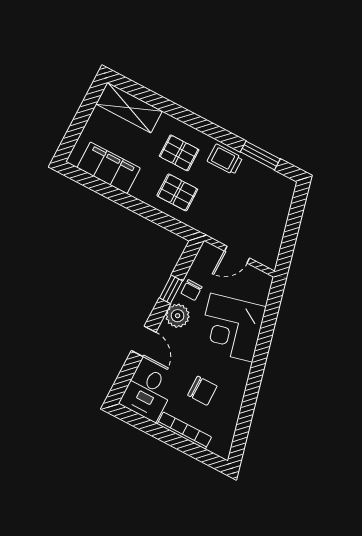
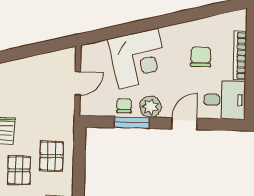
door: (237, 255) -> (78, 83), hinge flipped
window: (171, 289) -> (132, 122), width x1.50
chair: (191, 290) -> (124, 106), turned -90

